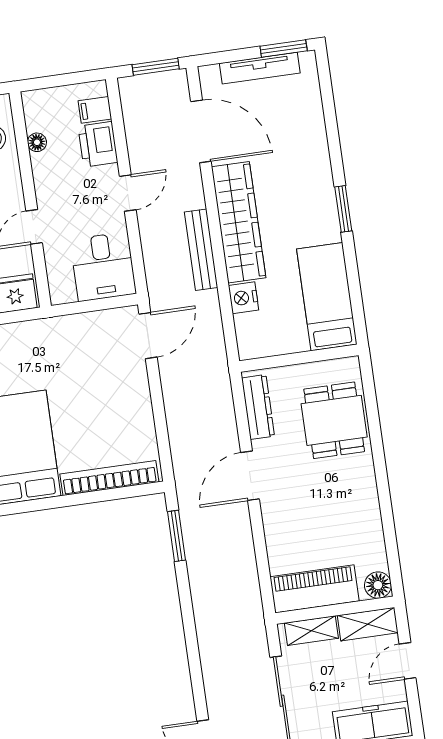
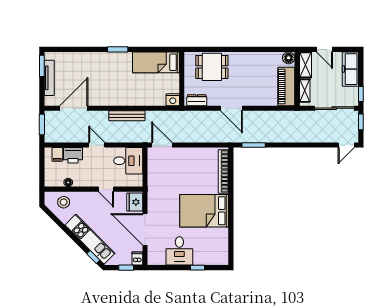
wardrobe: (239, 222) -> (117, 97), removed
nightstand: (244, 298) -> (173, 100), moved
dresser: (258, 407) -> (197, 100), width x0.70

